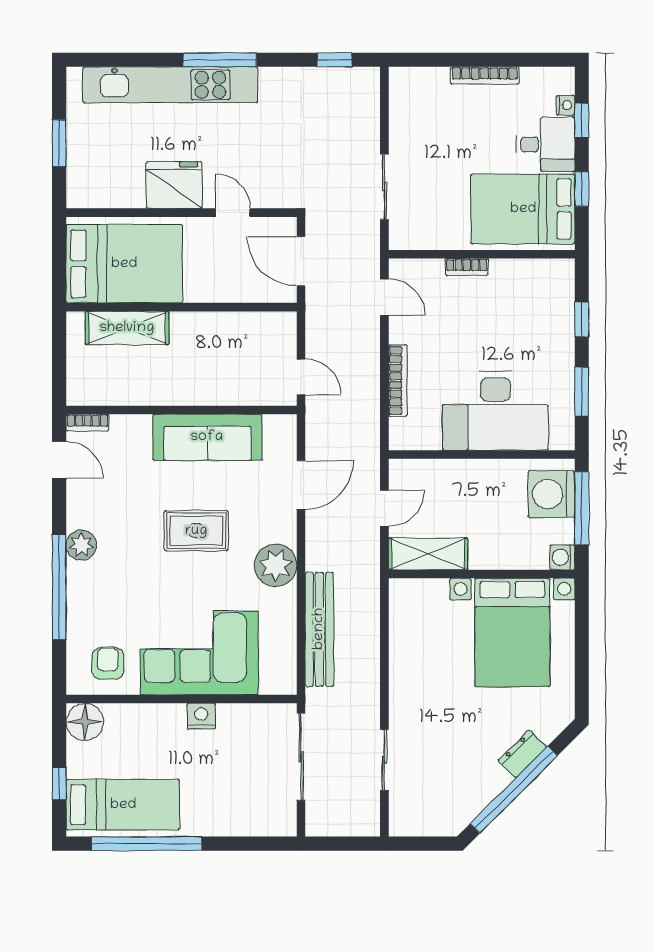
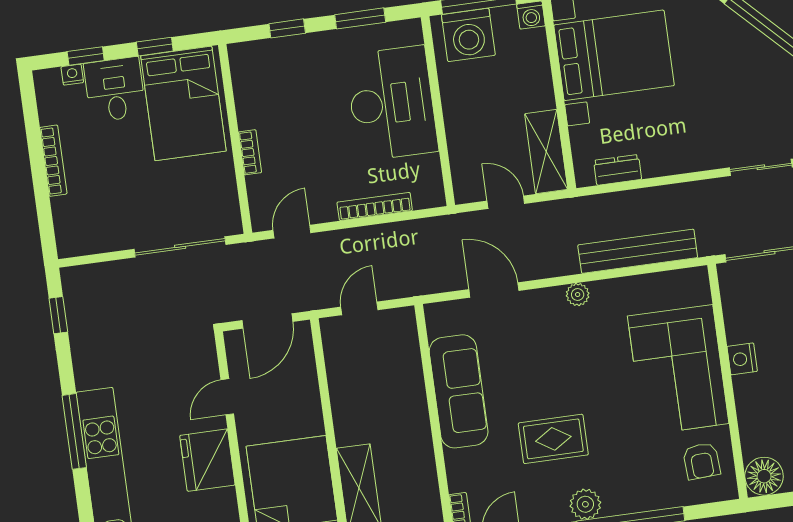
sliding door: (384, 187) -> (180, 247), width x1.37
door: (301, 377) -> (359, 308), moved
rug: (196, 531) -> (553, 439), moved, turned 90
plant: (276, 565) -> (578, 295), width x0.53, depth x0.53
armchair: (108, 663) -> (702, 461), turned -93
dresser: (522, 754) -> (618, 170), moved, turned 135

